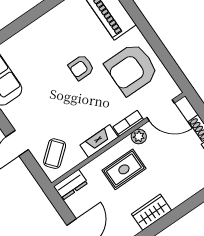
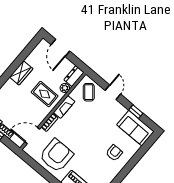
armchair: (81, 67) -> (114, 153), moved
plant: (139, 137) -> (65, 88), moved
rug: (124, 169) -> (45, 94), turned 90

